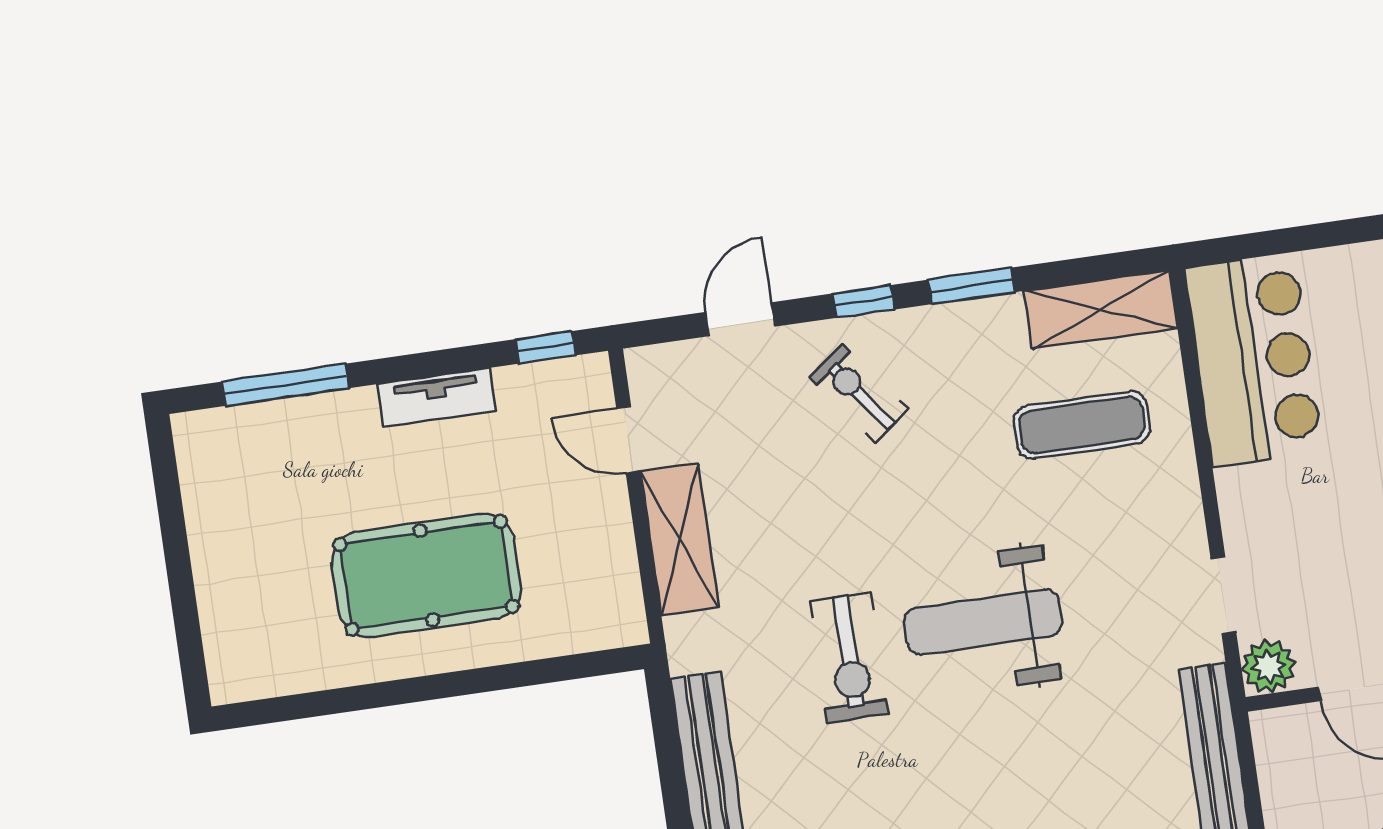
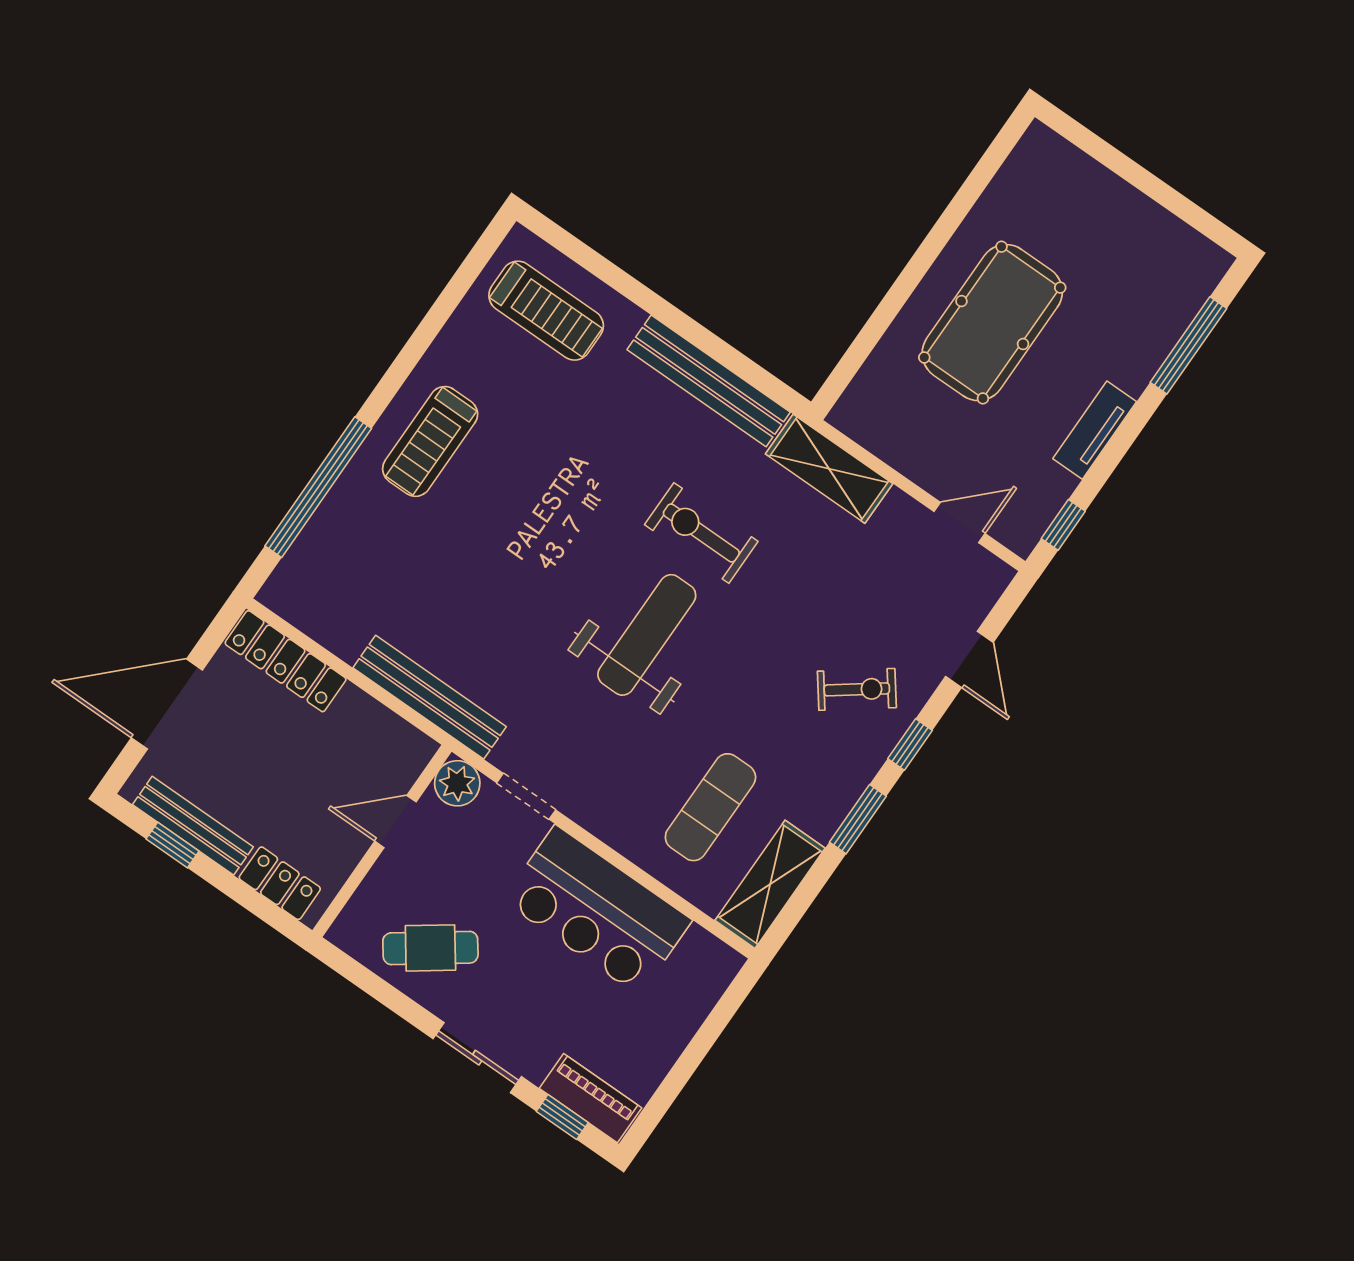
bar counter: (1254, 360) -> (597, 910), moved
shelving: (680, 540) -> (829, 469), moved

